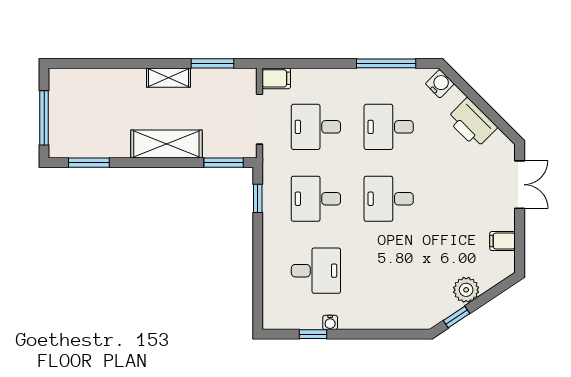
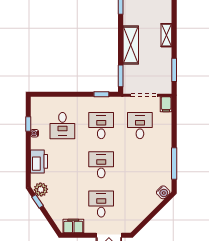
shelving: (168, 78) -> (166, 35), moved
printer: (472, 123) -> (39, 161), moved, turned 135
desk: (389, 127) -> (101, 204), moved
filing cabinet: (503, 241) -> (73, 226), width x2.00
plant: (466, 290) -> (41, 189), moved

